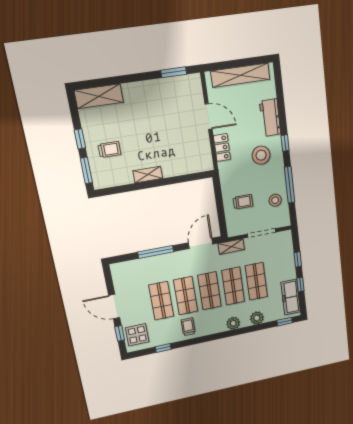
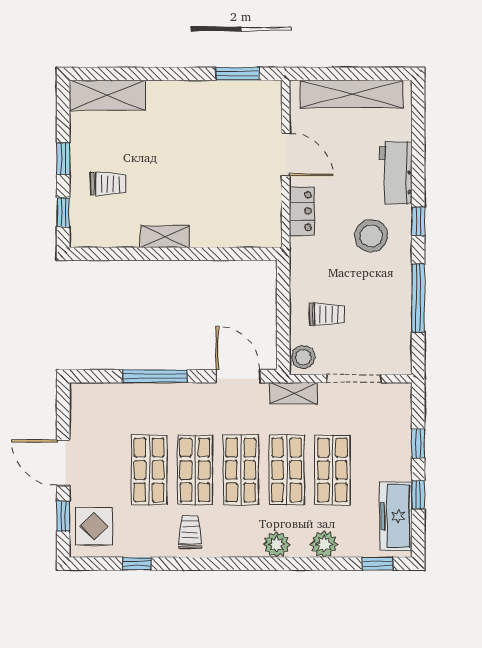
window: (86, 170) -> (63, 212), width x0.67
stool: (275, 200) -> (303, 357), moved
door: (201, 243) -> (238, 376), hinge flipped

